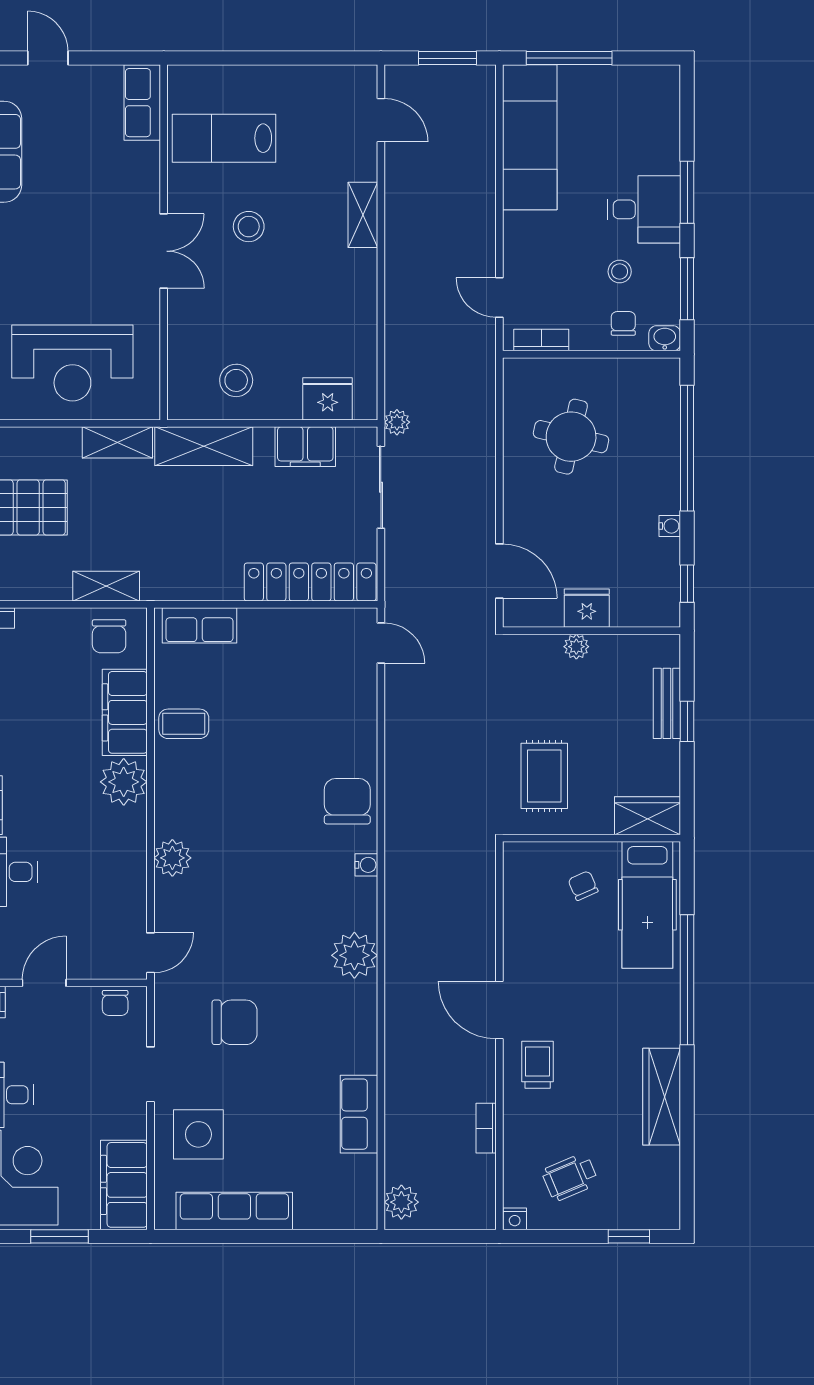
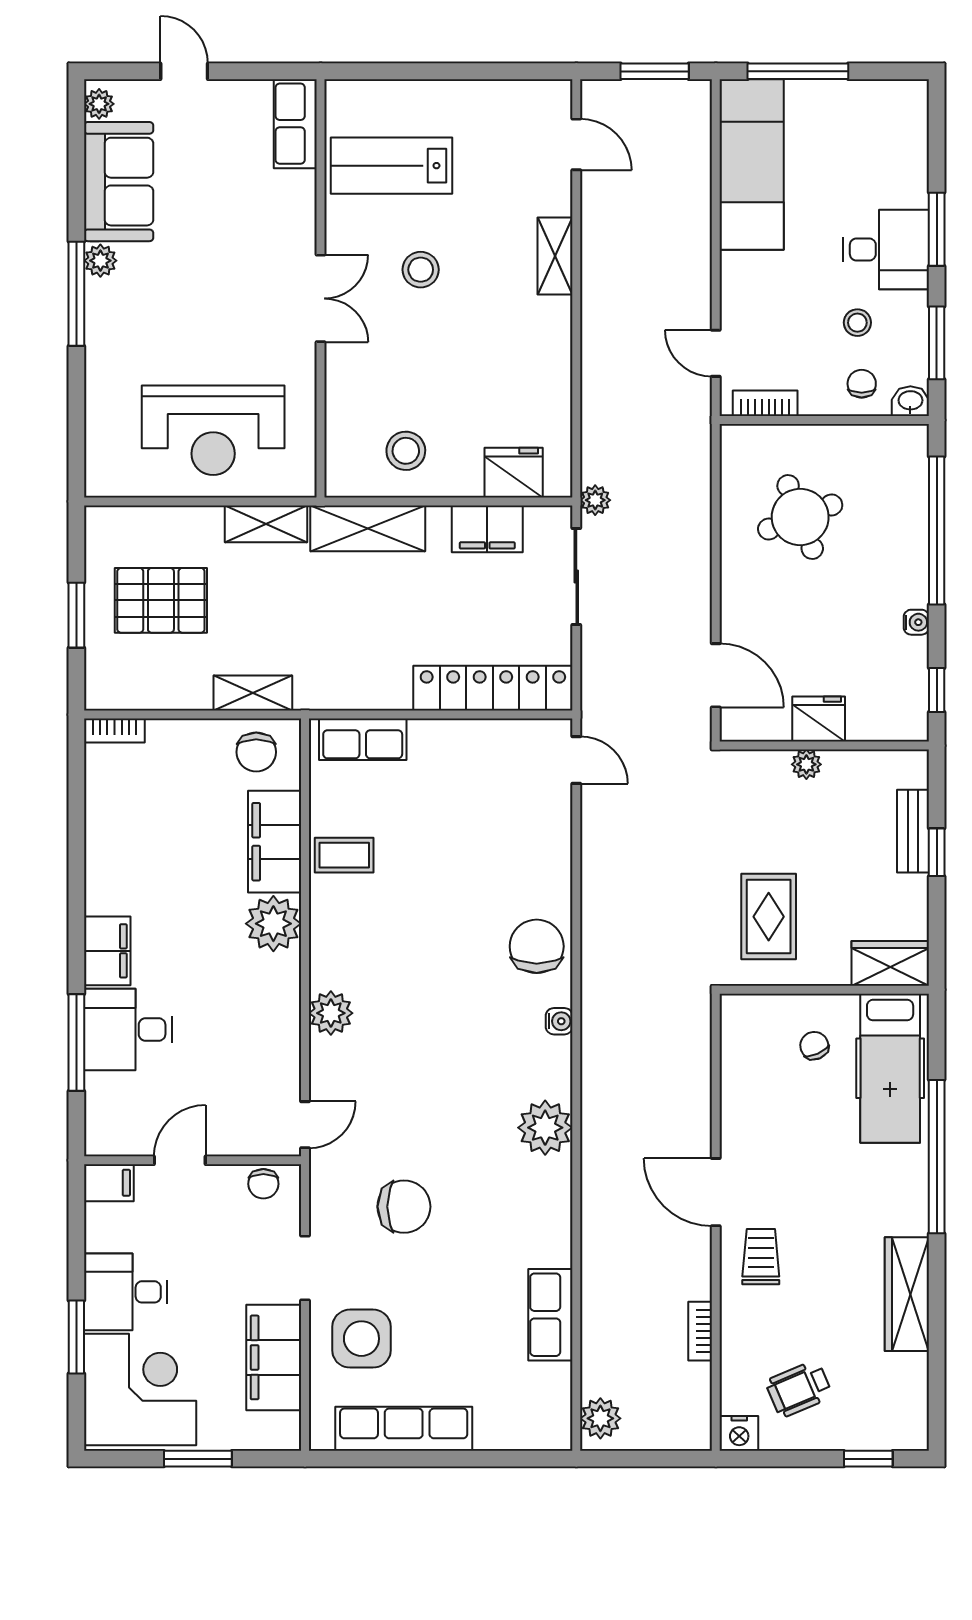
round table: (571, 437) -> (800, 517), turned -34
filing cabinet: (124, 1185) -> (274, 1357), moved
nightstand: (515, 1219) -> (739, 1433), width x1.39, depth x1.35

